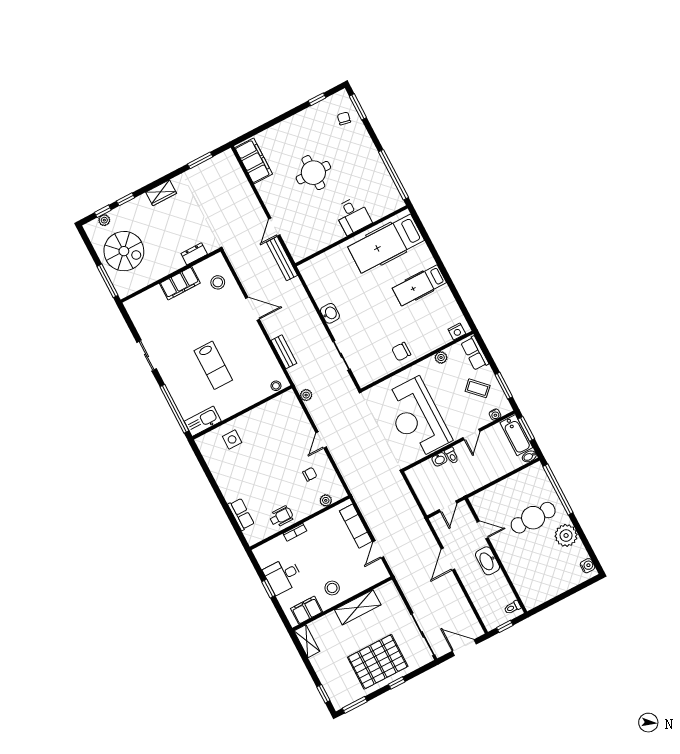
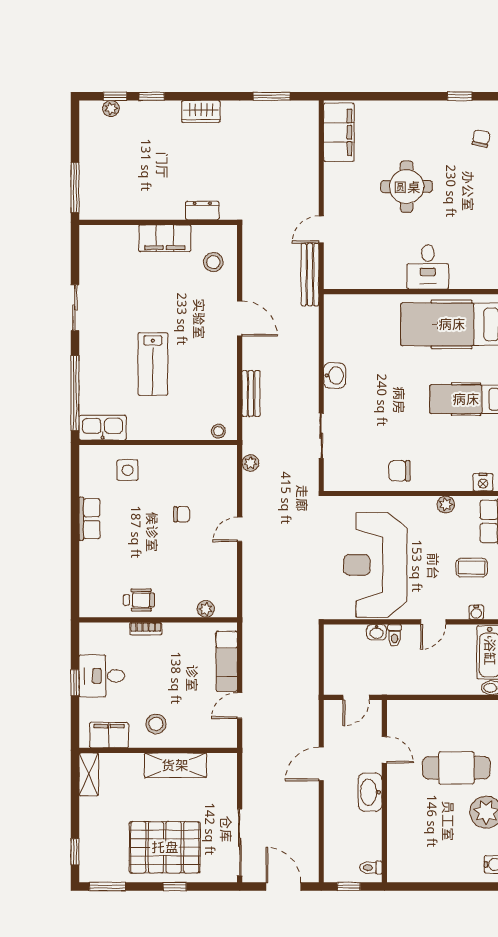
spiral stairs: (124, 251) -> (115, 161), removed
coffee table: (478, 388) -> (472, 568), turned -45
chair: (310, 474) -> (182, 514), moved
row of seats: (241, 514) -> (89, 519), moved

